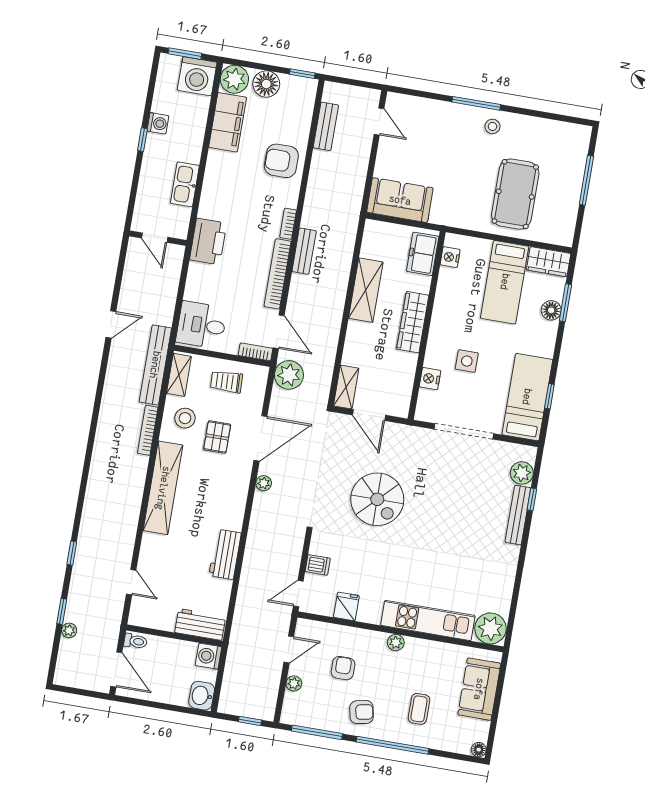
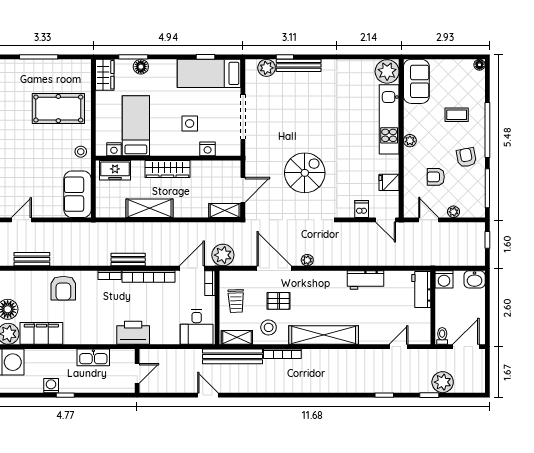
stool: (492, 126) -> (81, 152), moved
bed: (505, 282) -> (136, 126), moved, turned -90
plant: (69, 630) -> (443, 382), width x1.88, depth x1.88
sofa: (479, 689) -> (416, 81), moved, turned -90

